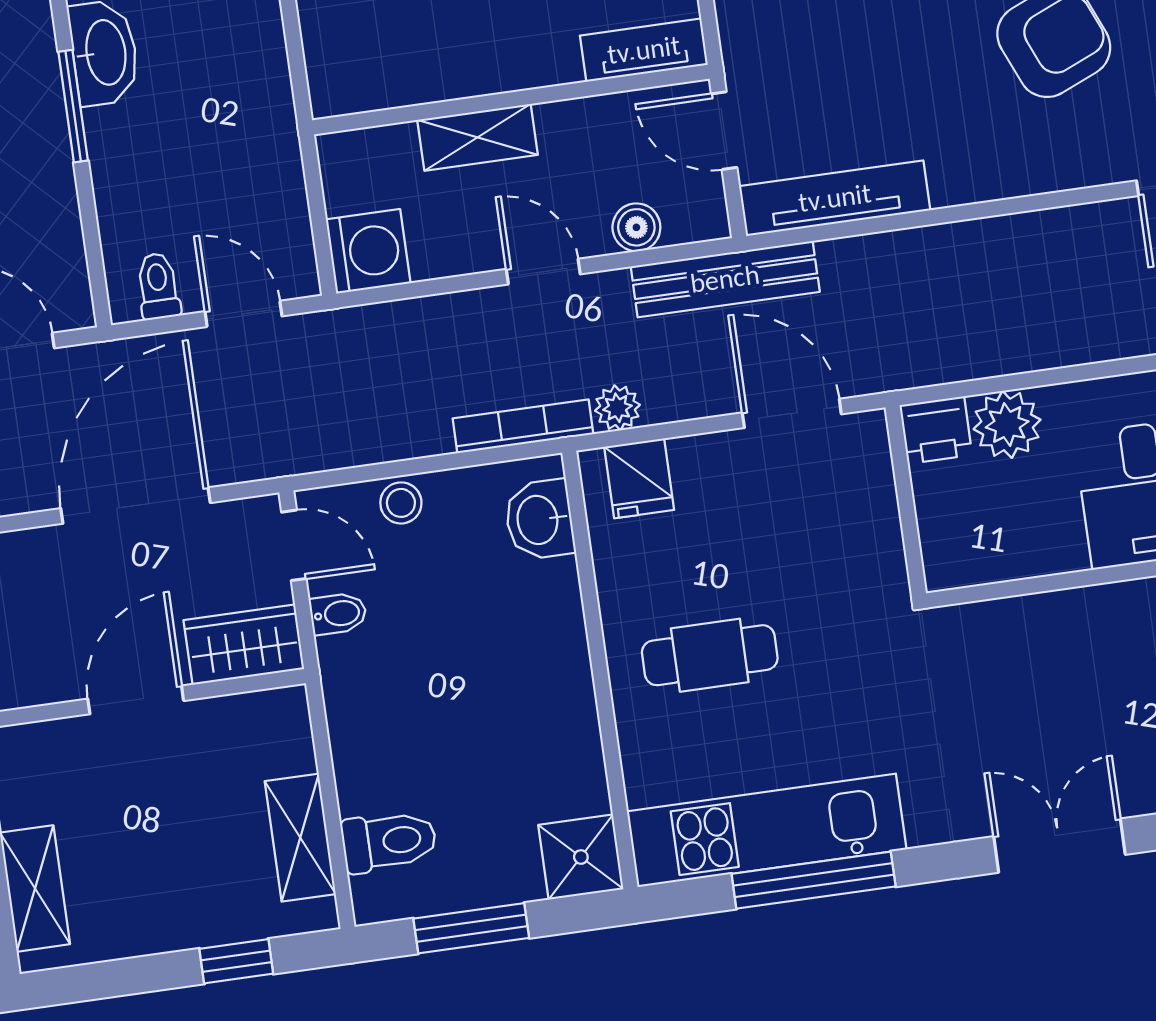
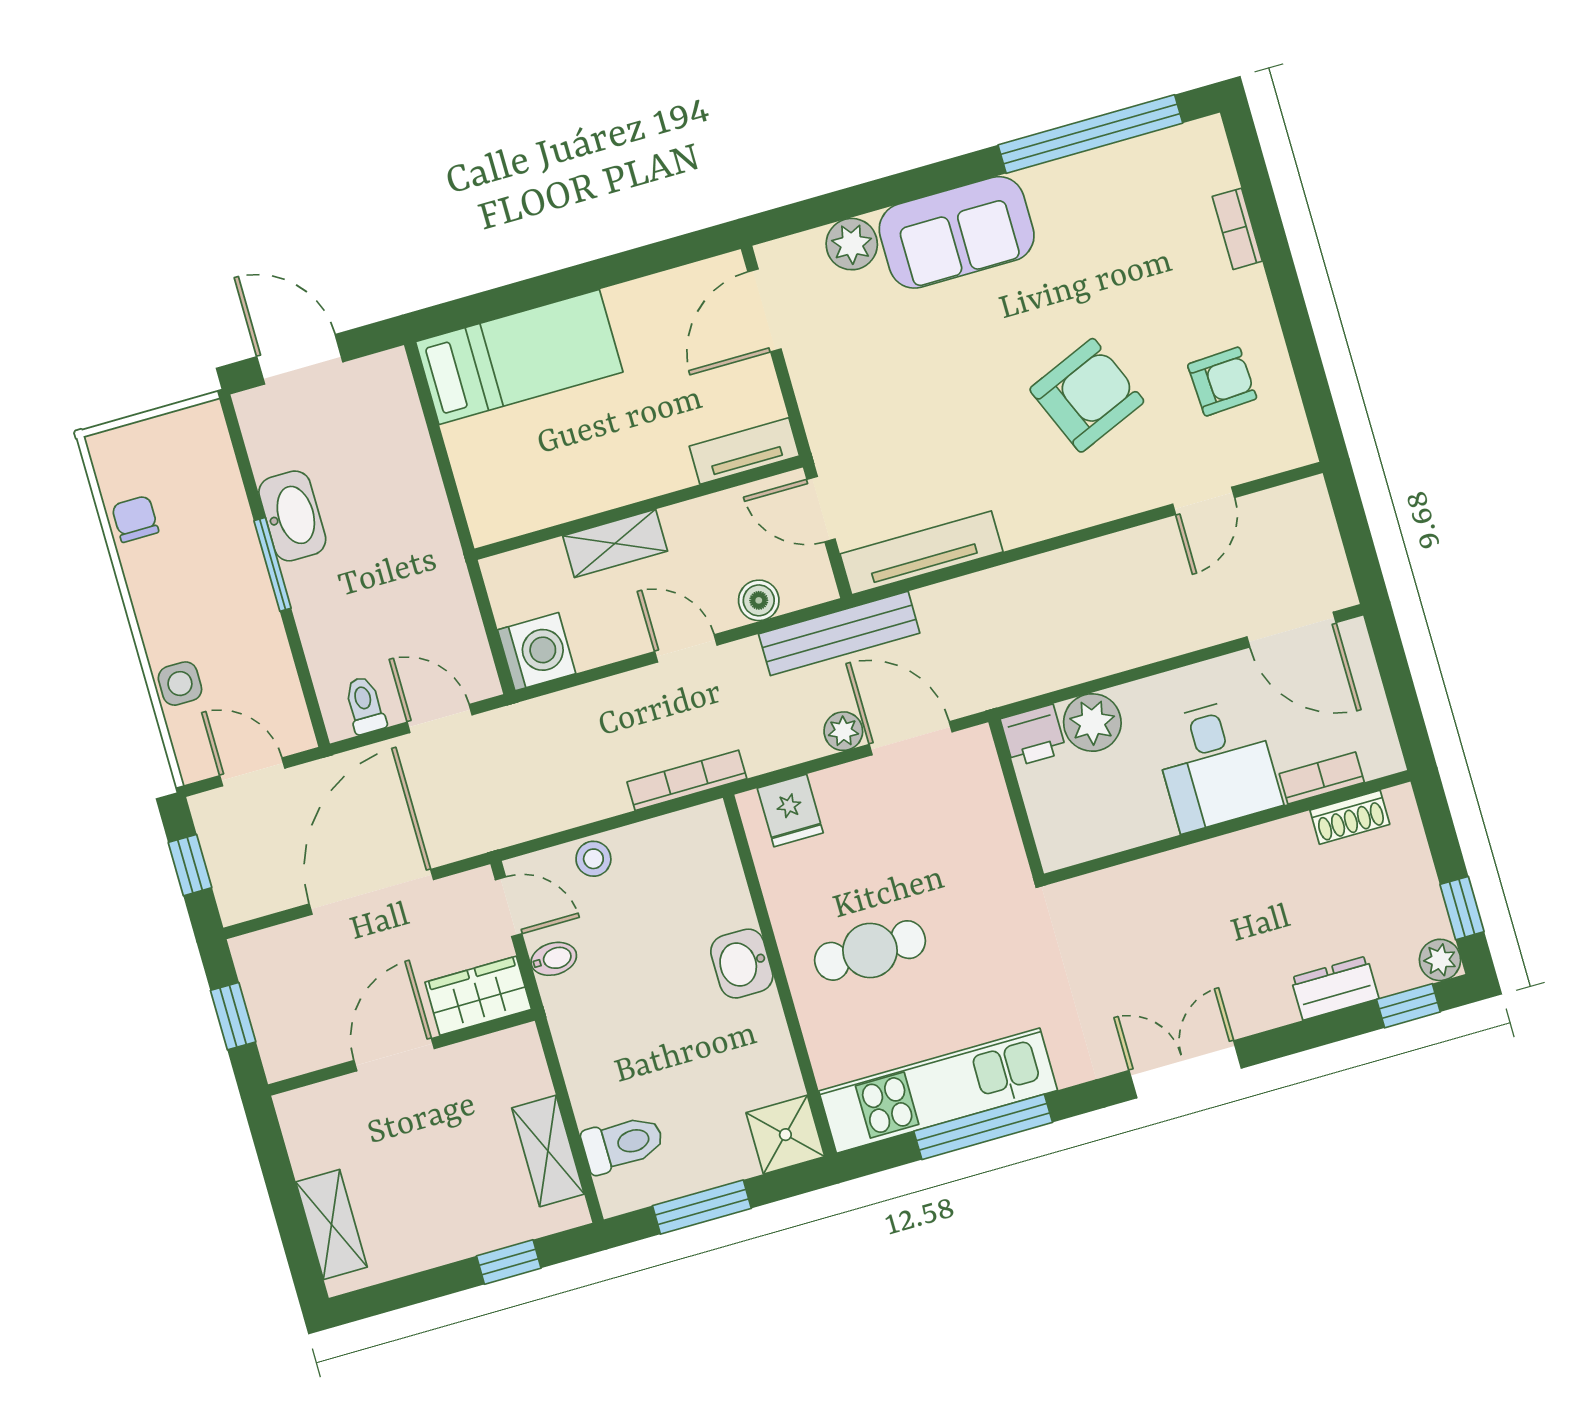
plant: (617, 408) -> (843, 731), moved
washbasin: (539, 520) -> (742, 964), moved

